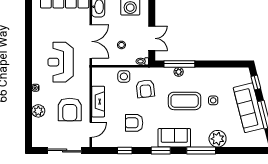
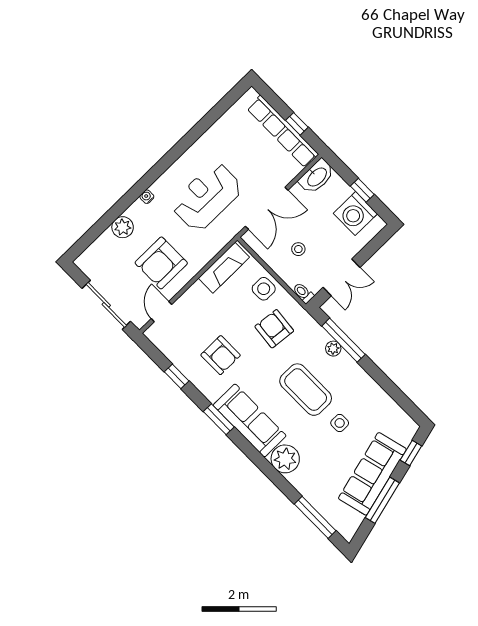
armchair: (145, 89) -> (274, 329), turned 102
fireplace: (98, 102) -> (224, 268), moved
armchair: (134, 123) -> (221, 355), turned 180
door: (91, 130) -> (162, 312), swing flipped
sofa: (174, 138) -> (250, 420), width x1.36
plant: (218, 139) -> (285, 459), moved
window: (201, 151) -> (315, 517), moved

